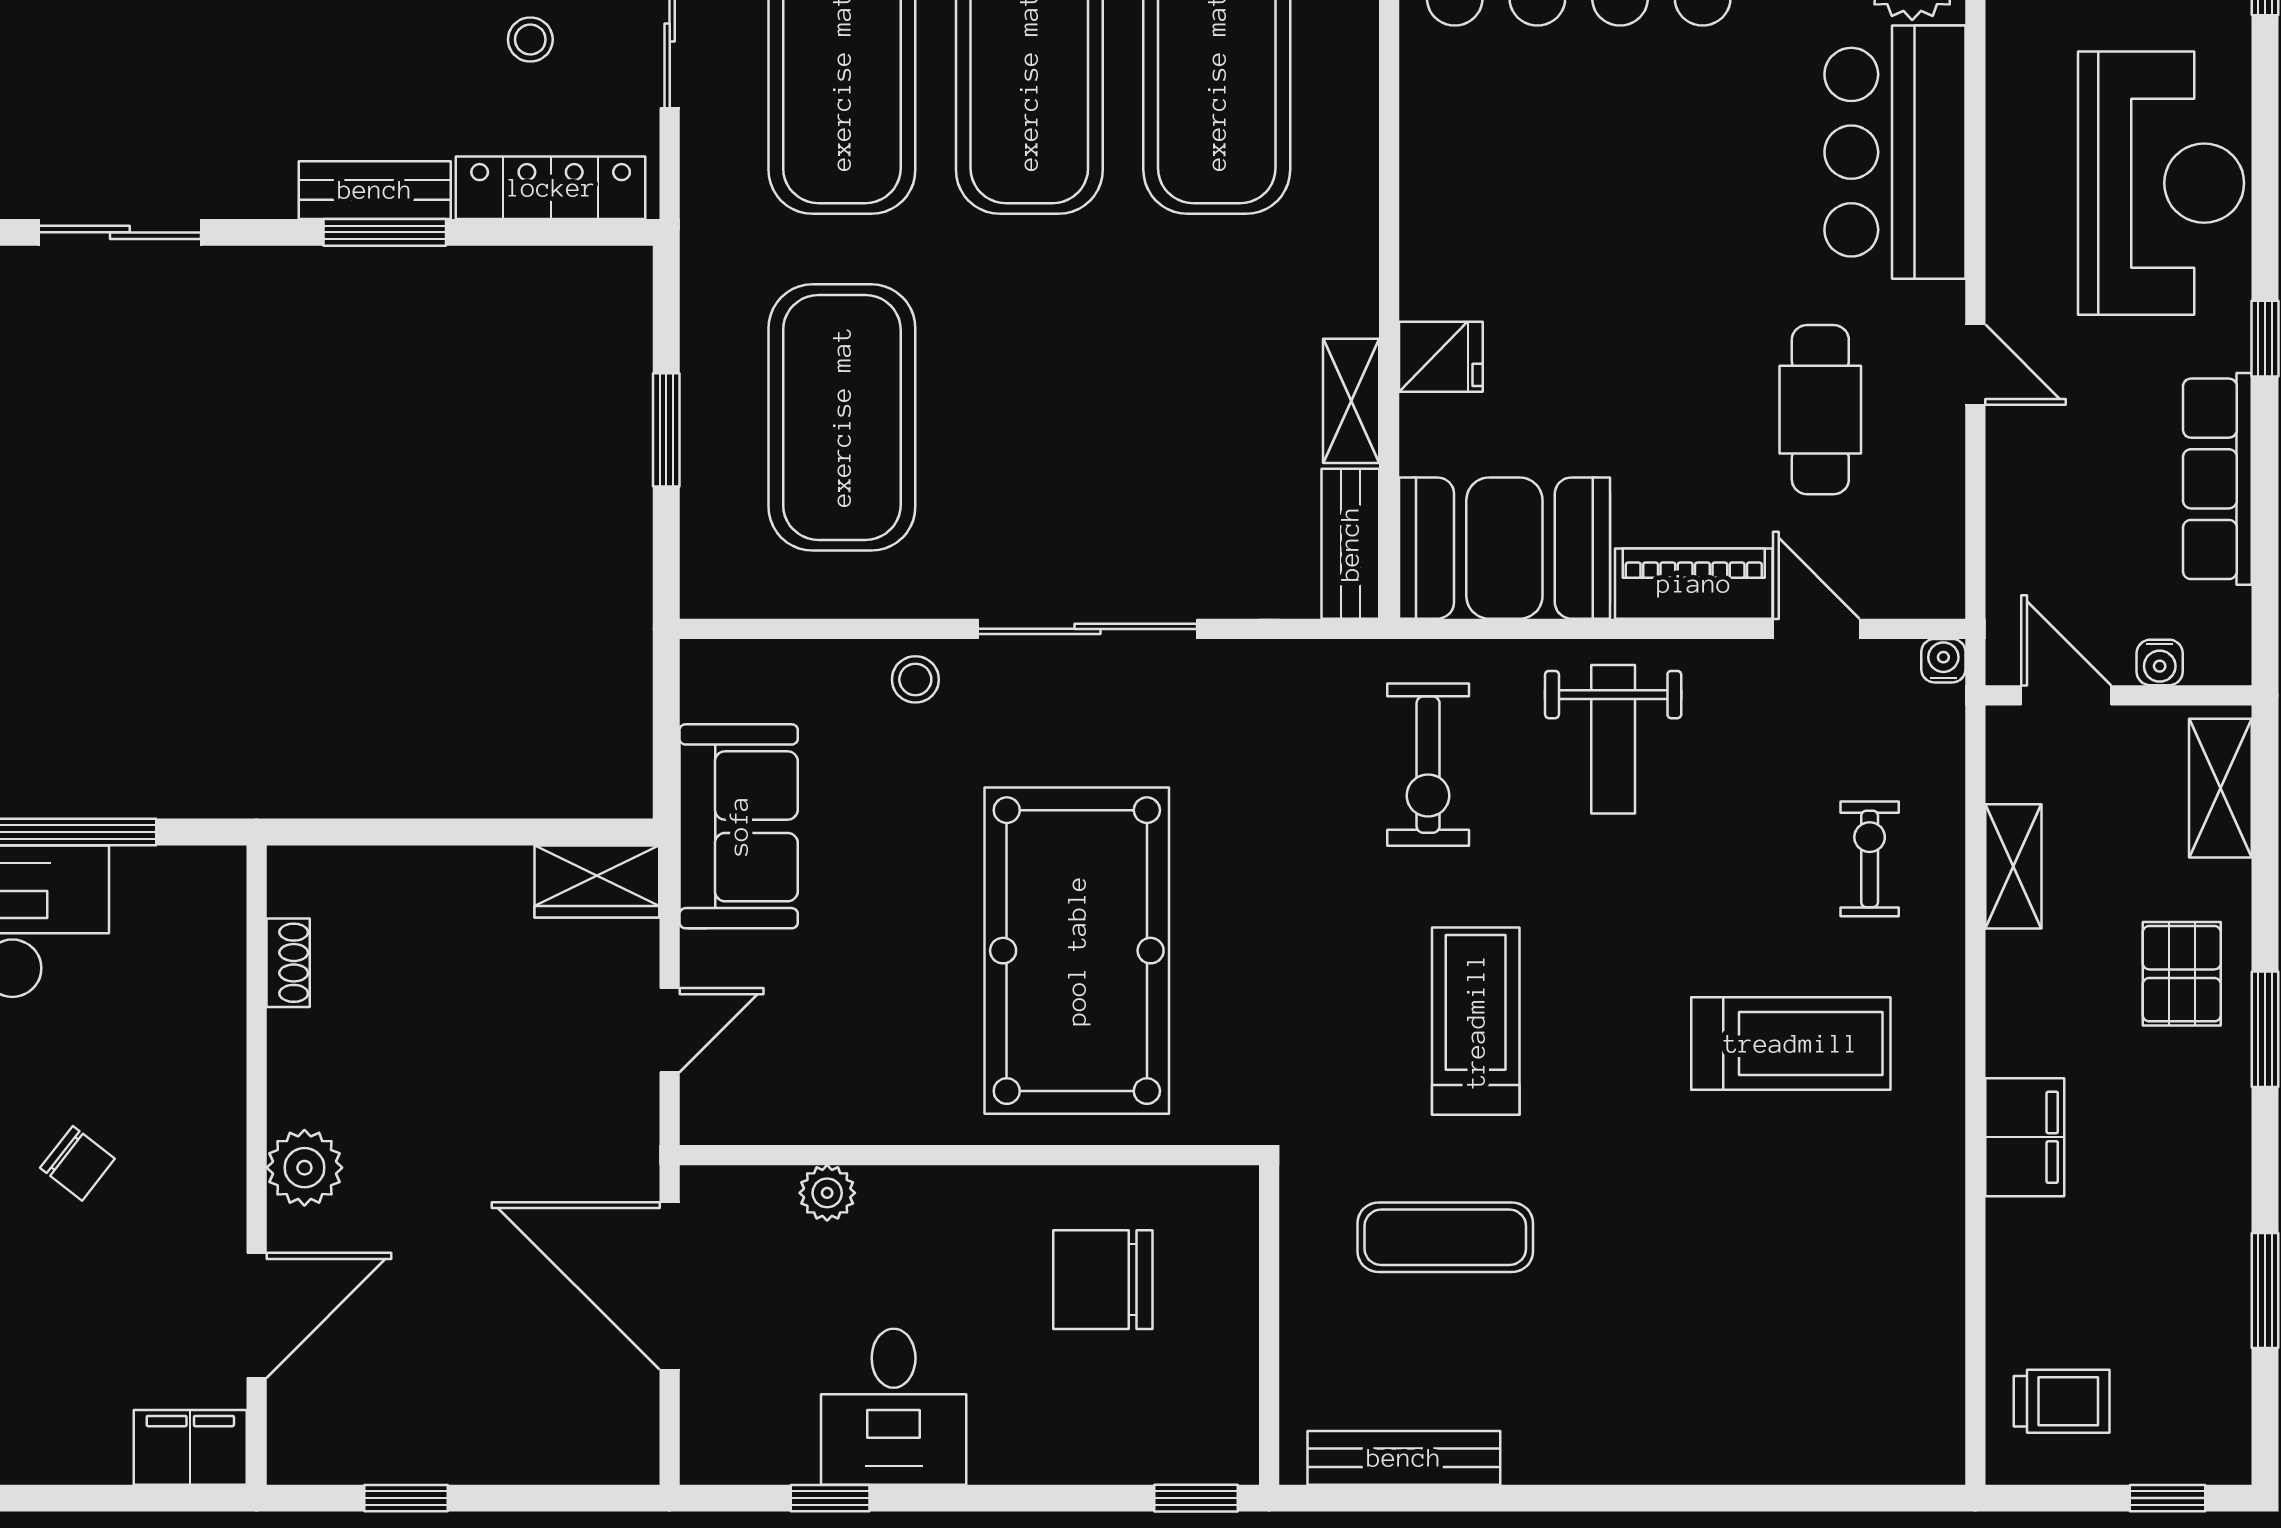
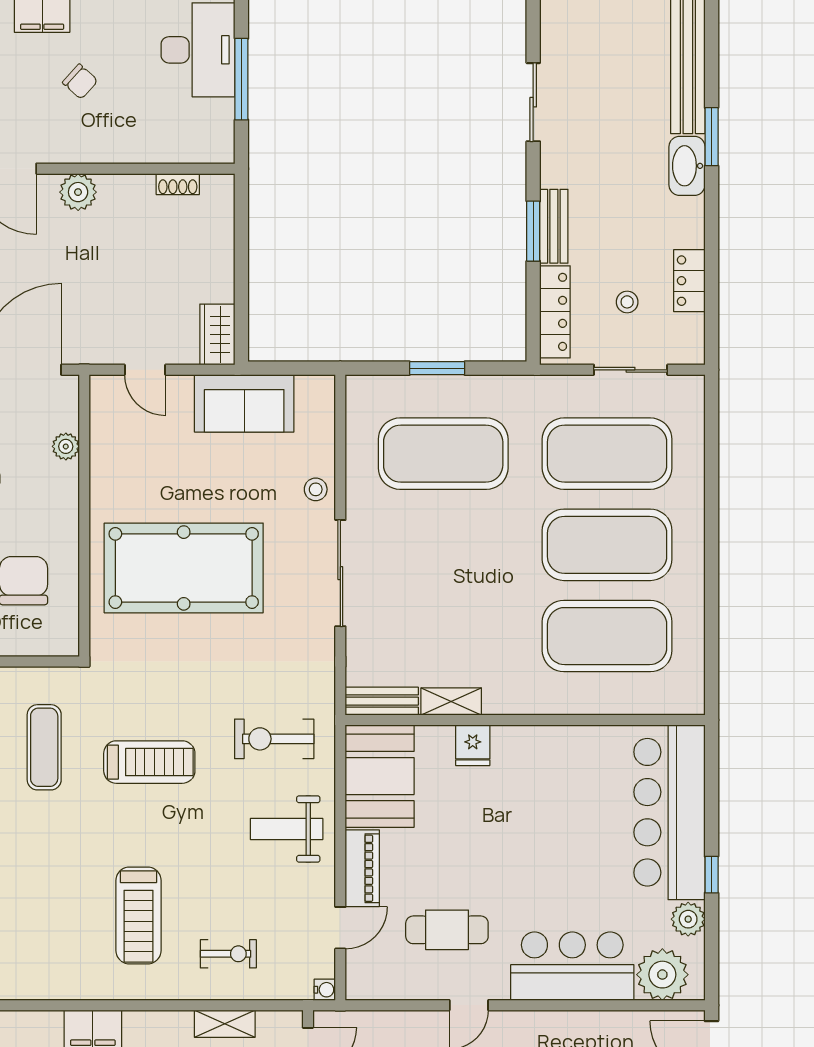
chair: (77, 1163) -> (80, 82), turned -86

